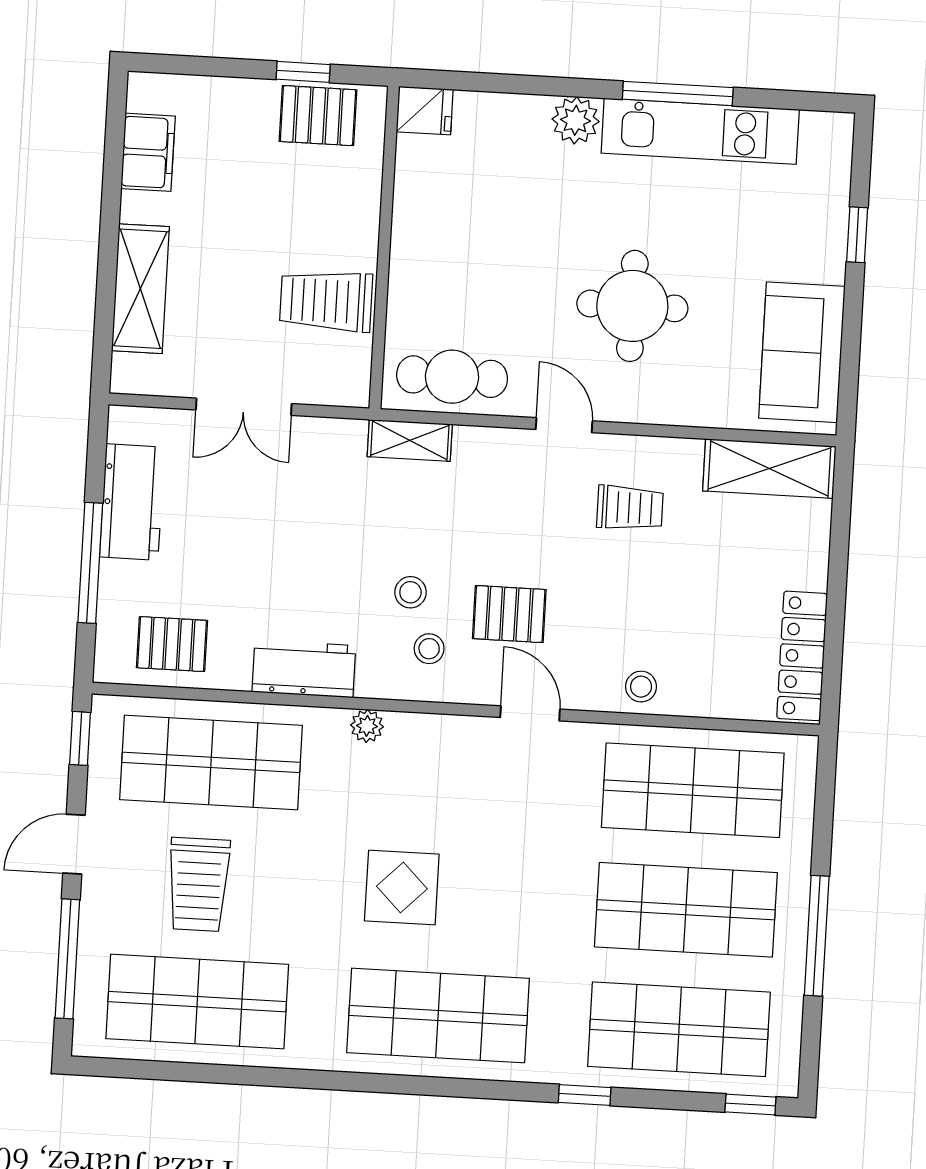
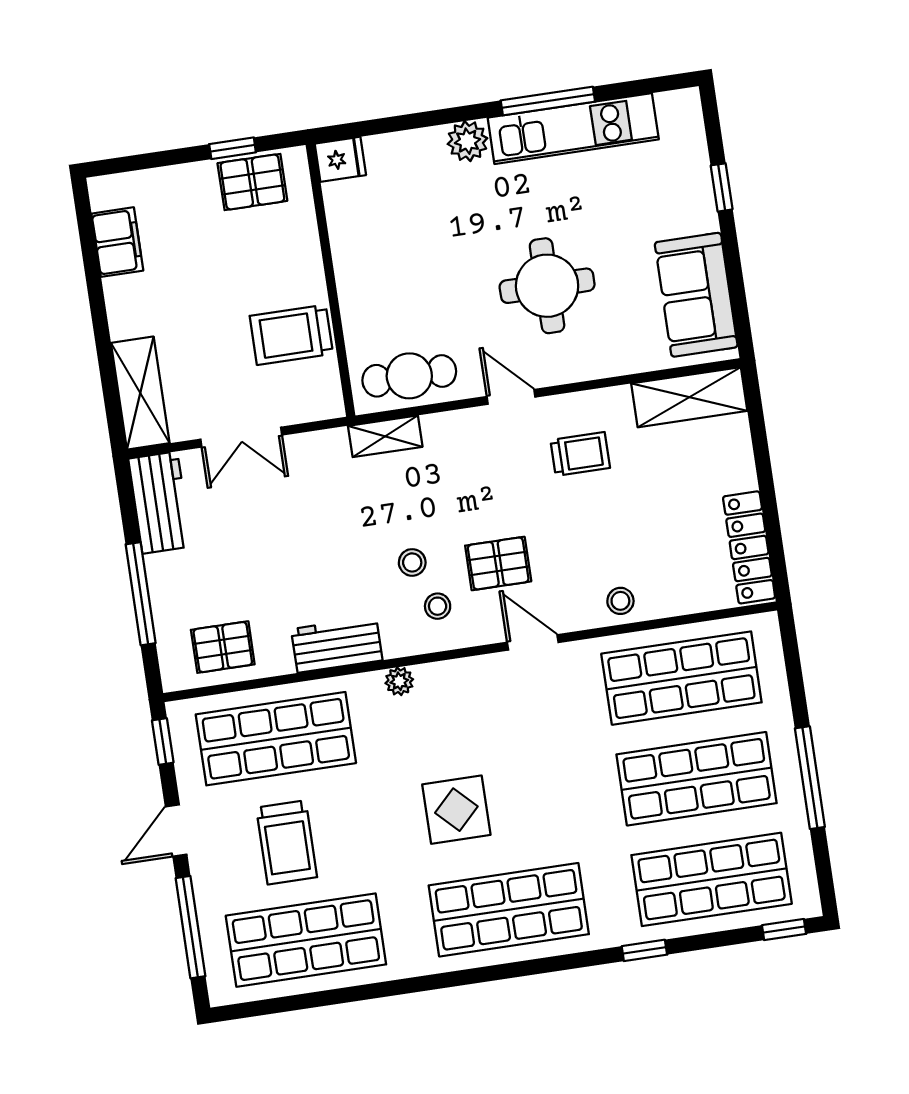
shelving: (140, 289) -> (140, 393), moved
workbench: (132, 502) -> (160, 503), moved

